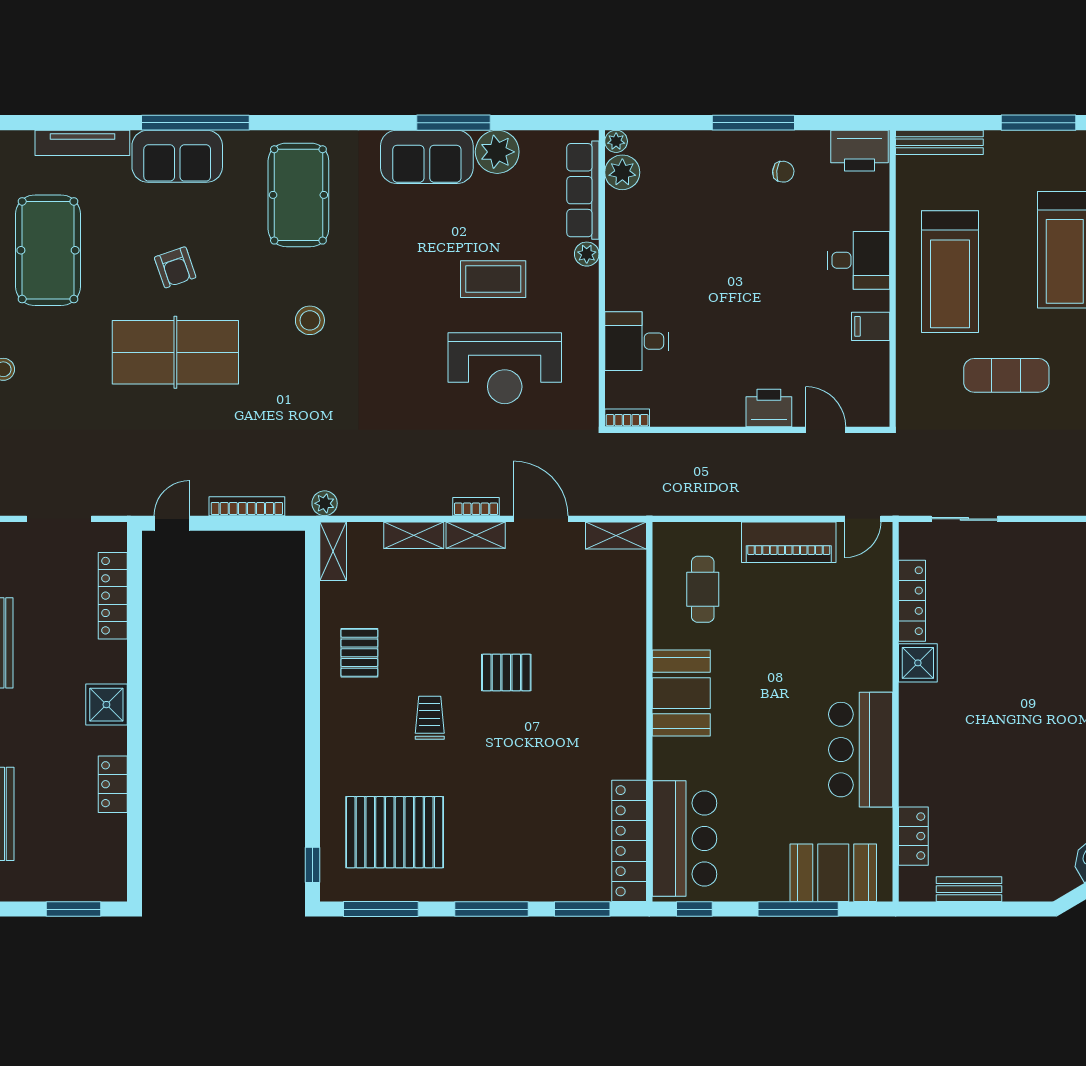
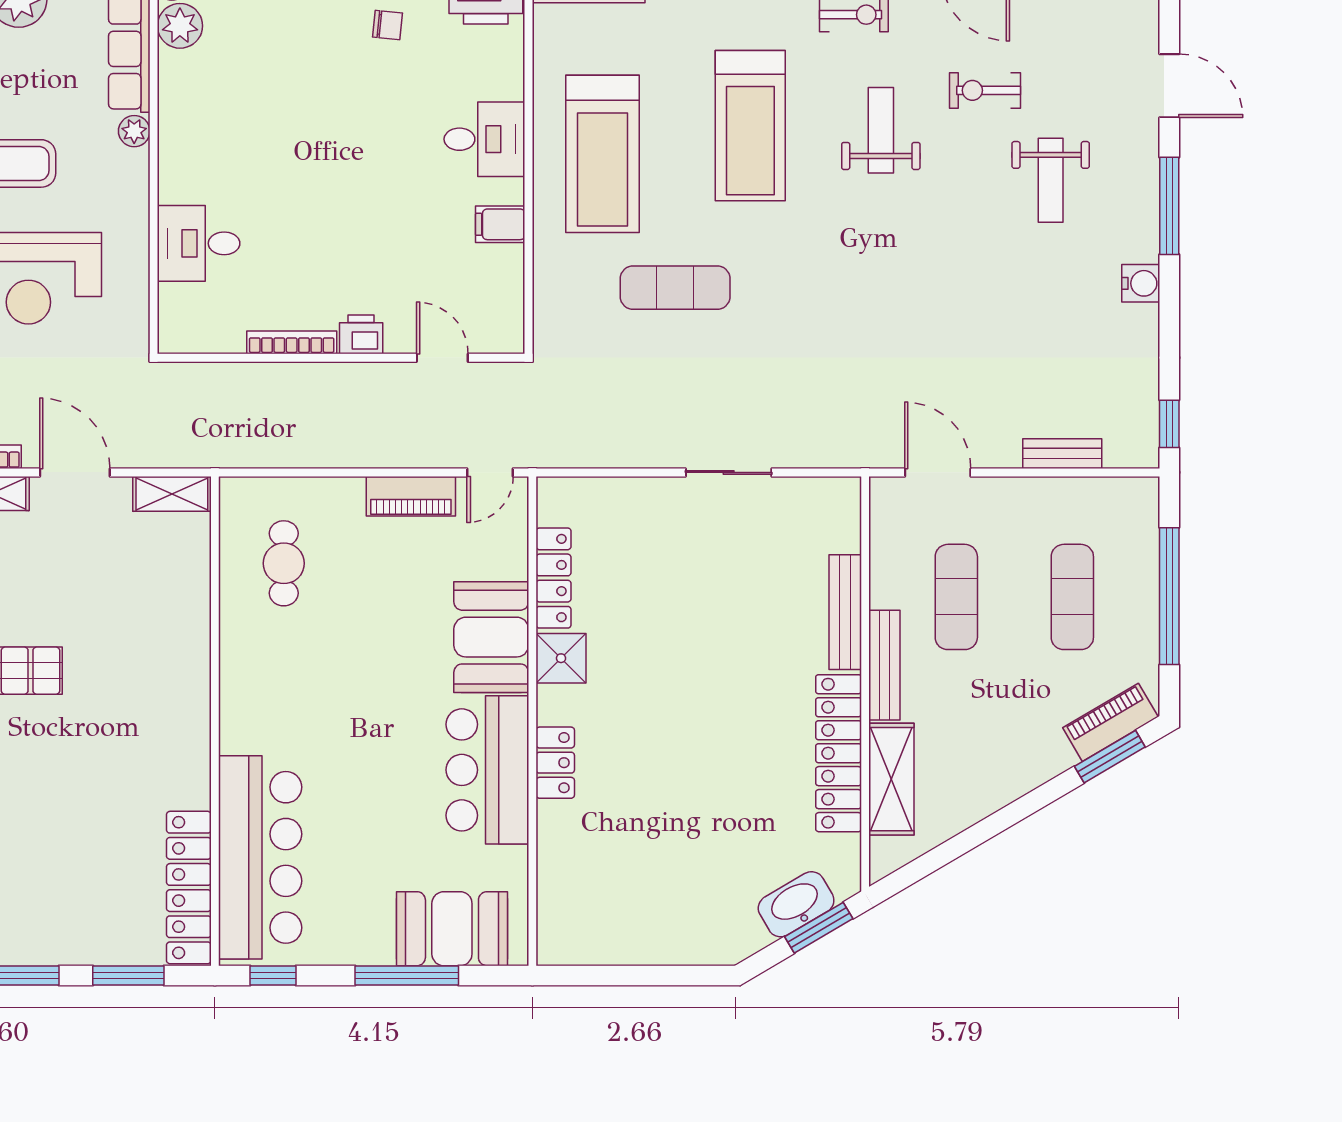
printer: (769, 408) -> (361, 334), width x0.73, depth x0.81
bookcase: (627, 418) -> (292, 342), moved, width x1.56
sliding door: (964, 519) -> (729, 472), moved
piano: (789, 542) -> (411, 496), width x0.73, depth x0.75
booth: (681, 693) -> (491, 637), moved
locker: (913, 836) -> (555, 763), moved
bar counter: (684, 839) -> (260, 857), width x1.36
bench: (969, 889) -> (627, 950), removed

